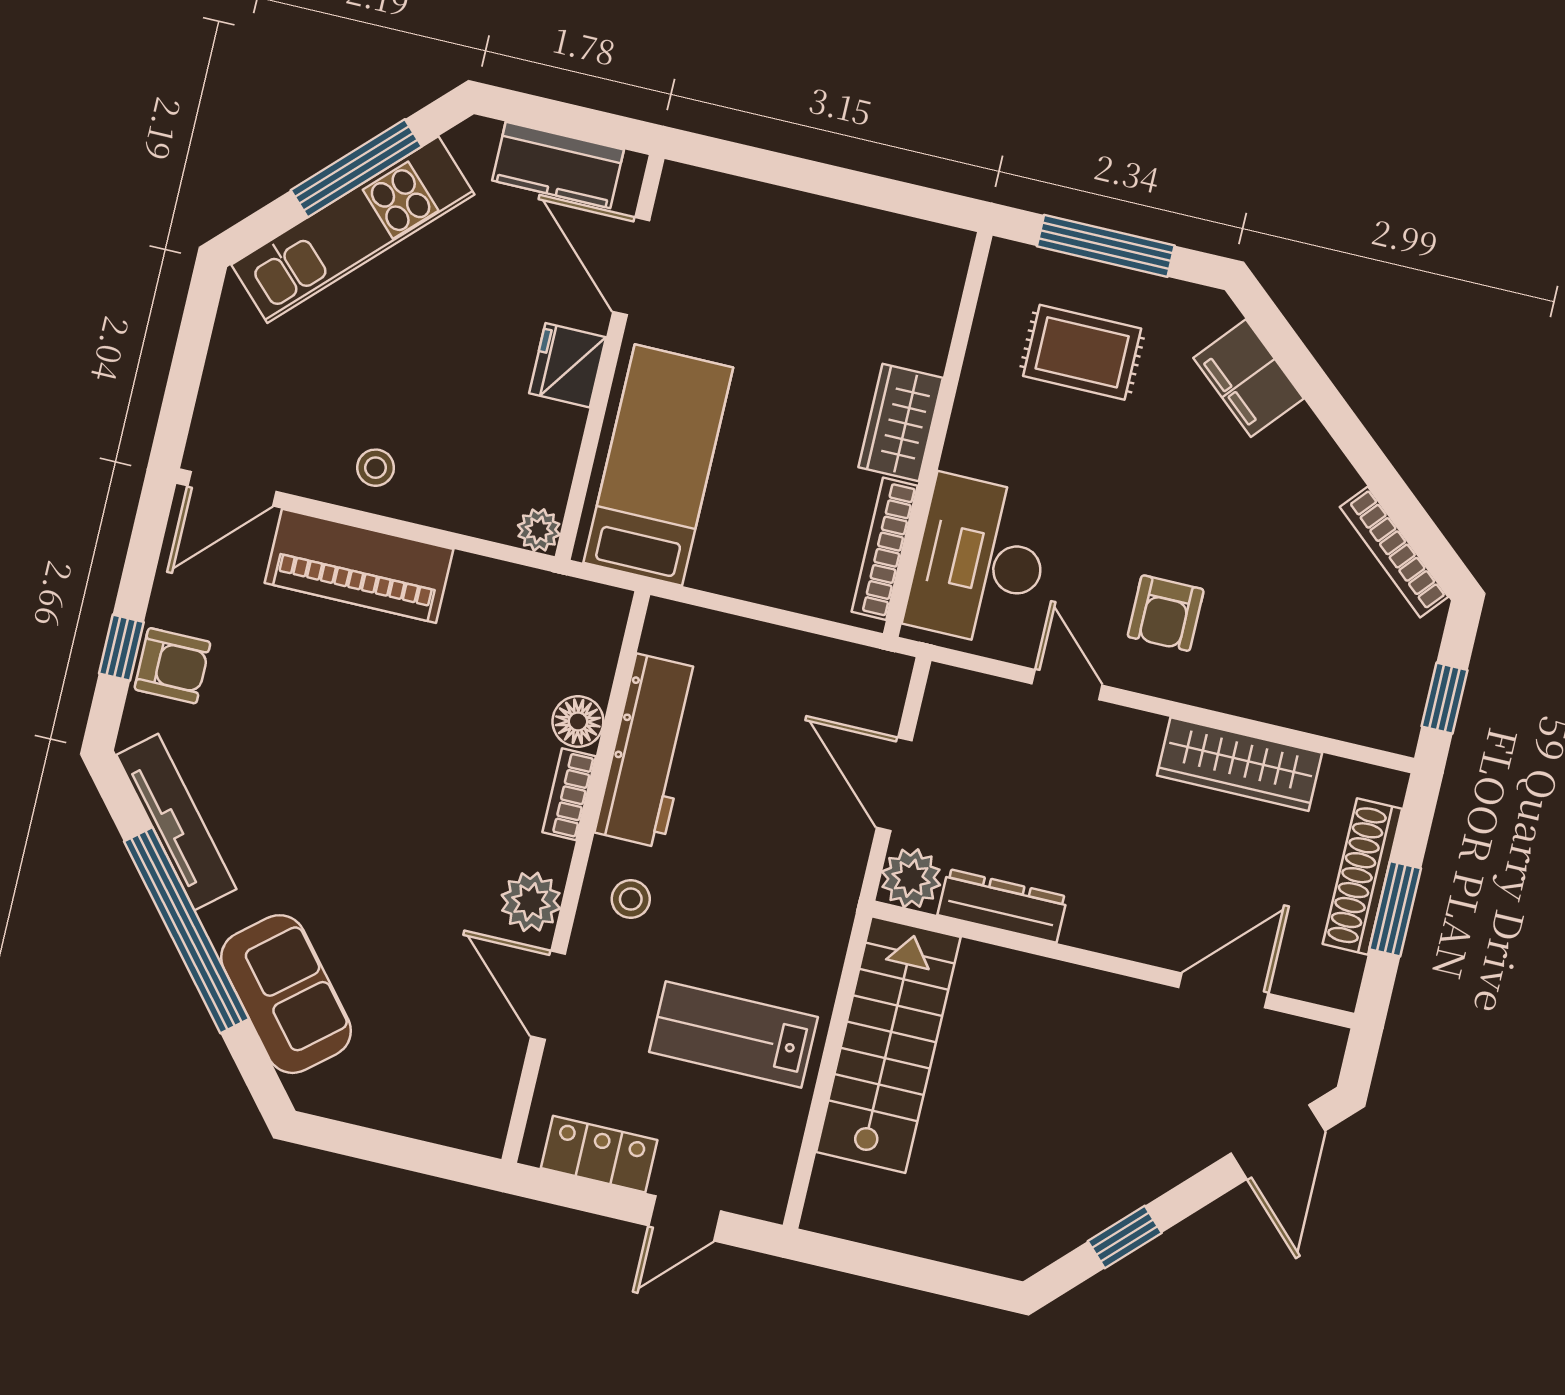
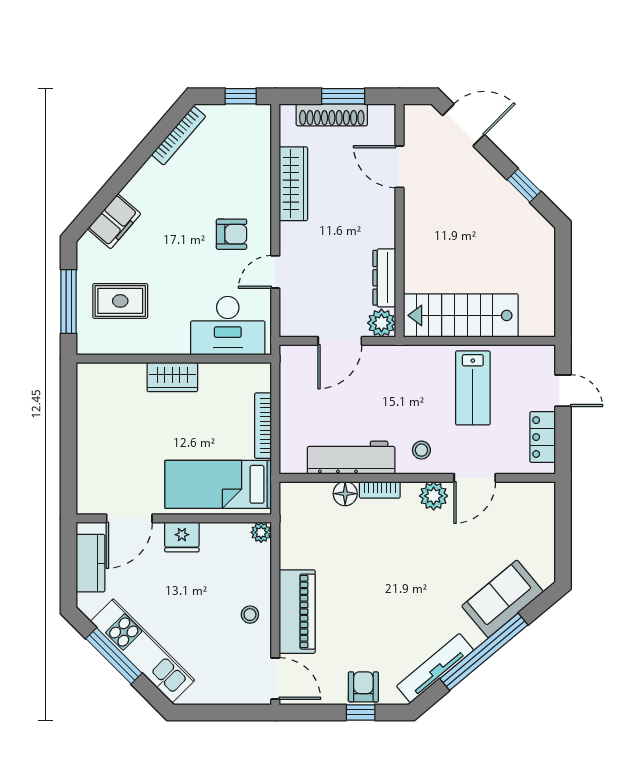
rug: (1082, 352) -> (120, 301), turned 90
bookcase: (885, 549) -> (263, 426), moved, turned 90

